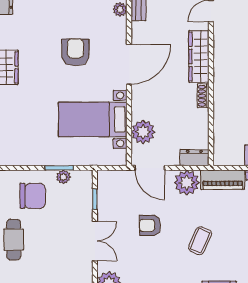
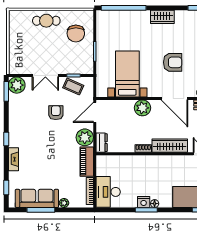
door: (129, 64) -> (175, 98), moved
plant: (143, 132) -> (142, 108), moved
plant: (63, 177) -> (89, 54), removed
coffee table: (200, 241) -> (73, 87), moved

